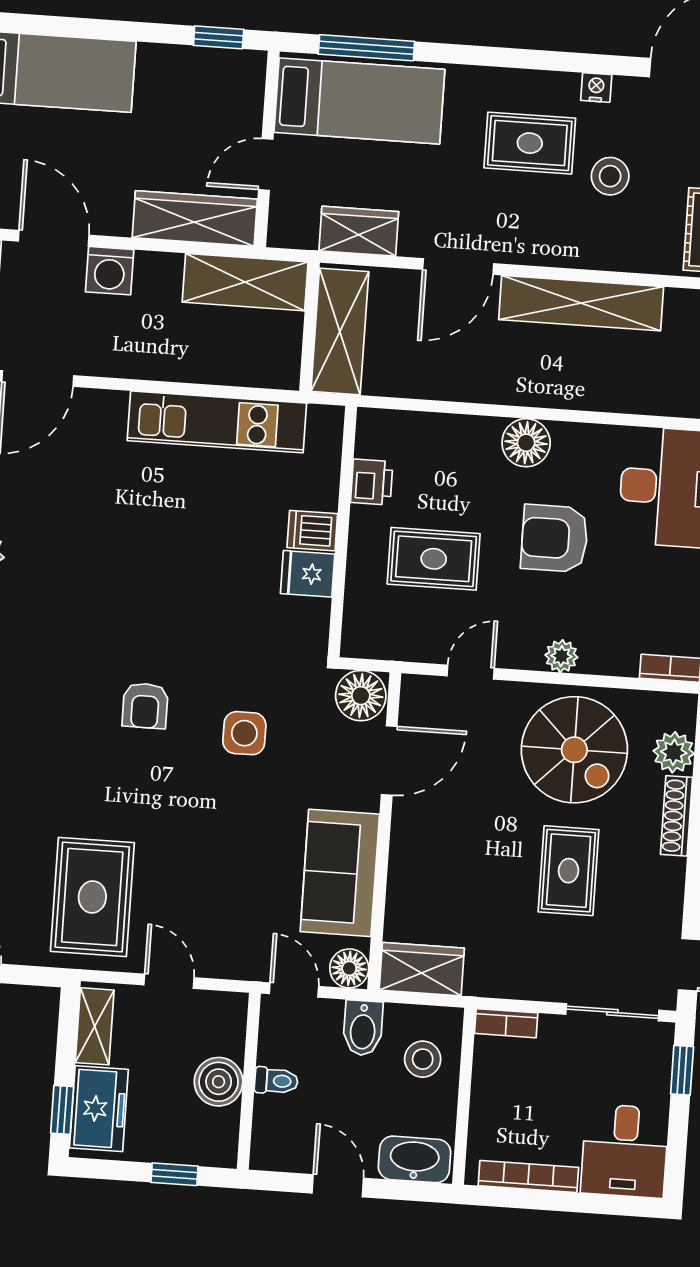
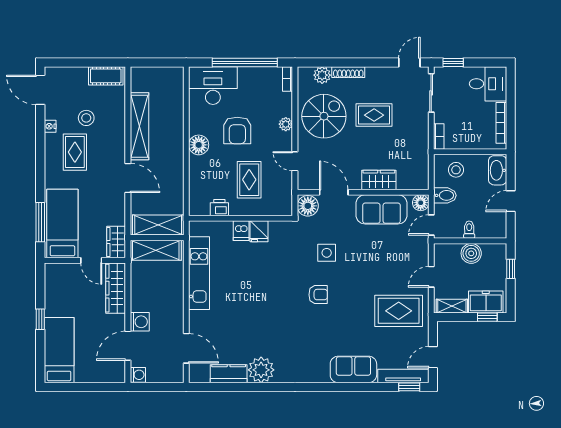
window: (219, 37) -> (40, 319), moved
wardrobe: (359, 231) -> (116, 242), moved
shelving: (245, 282) -> (156, 250), moved, turned 90
wardrobe: (422, 969) -> (379, 180), moved, turned 90

